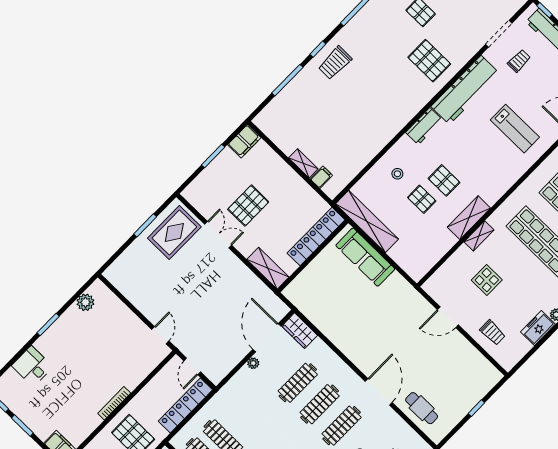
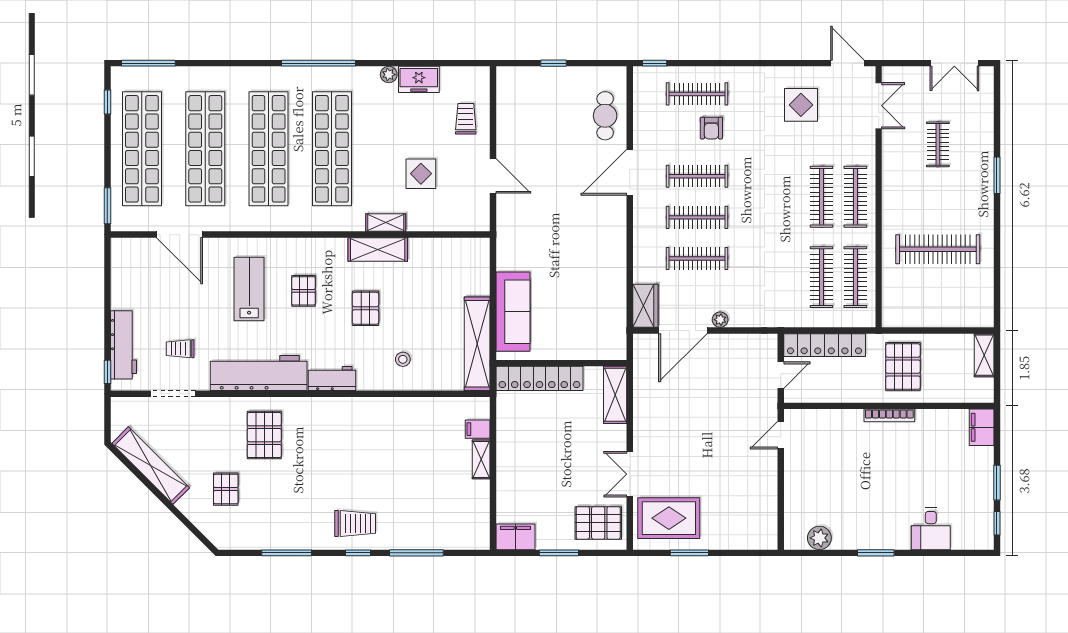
pallet: (422, 199) -> (303, 291), moved
pallet: (248, 206) -> (598, 523), moved

